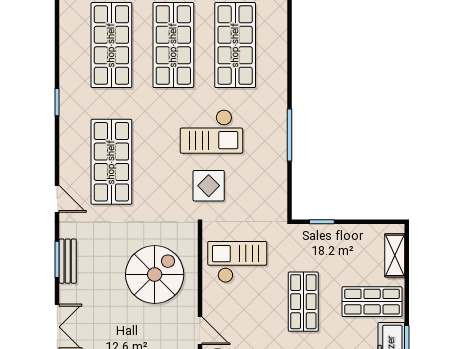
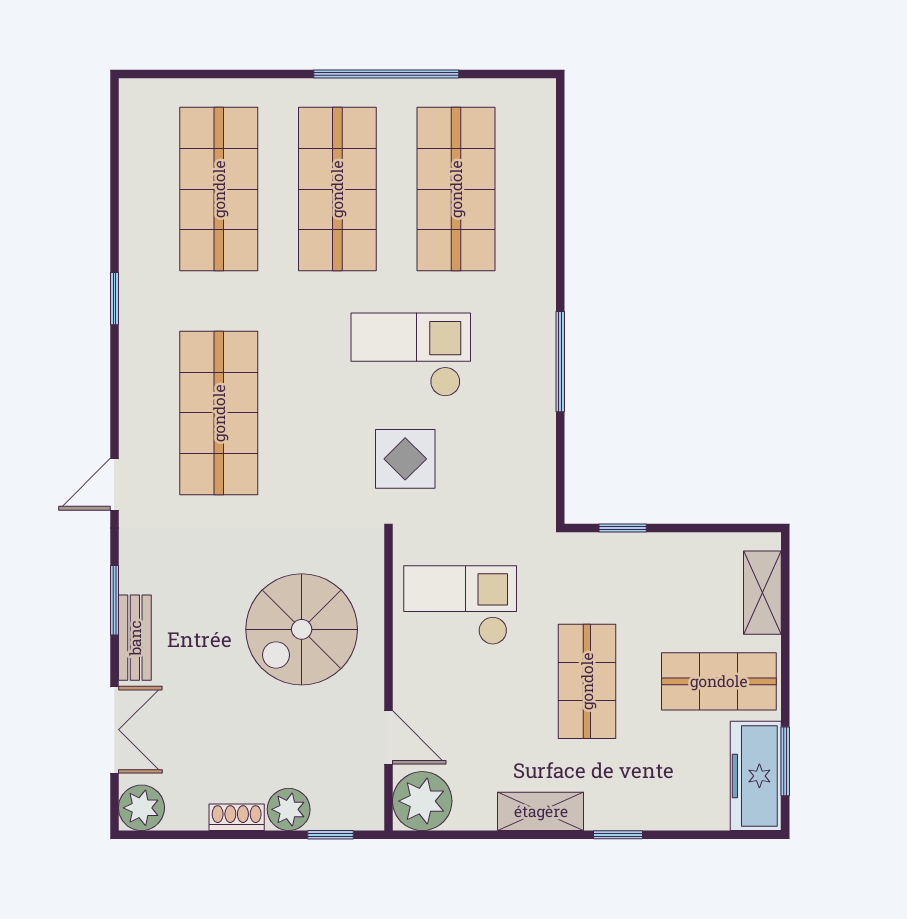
checkout: (211, 131) -> (411, 355), turned 180
door: (57, 199) -> (114, 484), swing flipped
bench: (68, 261) -> (135, 638), moved
spiral stairs: (155, 275) -> (302, 629), turned 180

